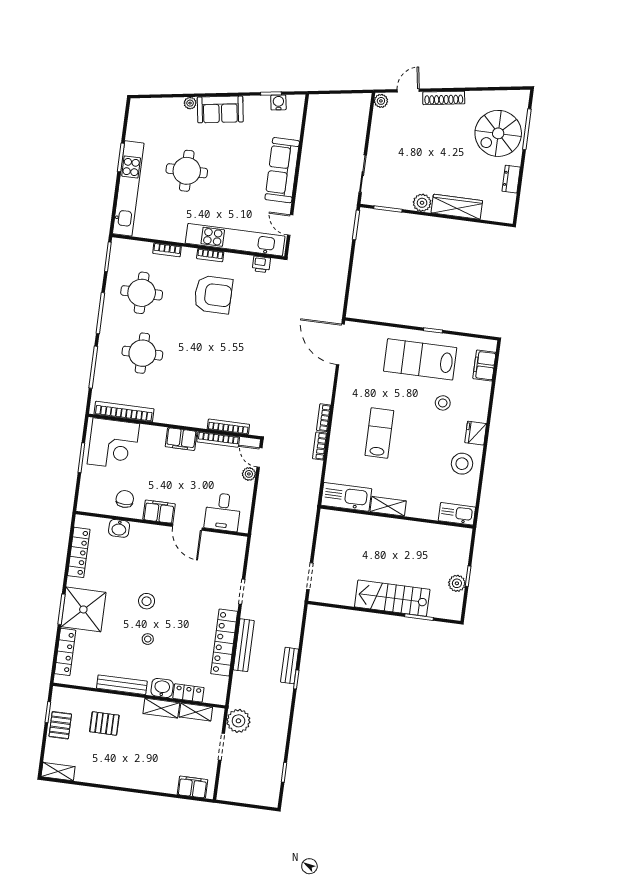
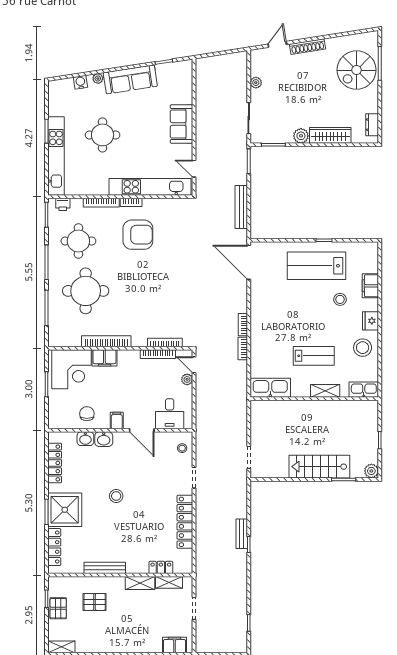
plant: (381, 101) -> (256, 83), moved
water cooler: (278, 102) -> (80, 82), moved
sofa: (220, 109) -> (130, 79), width x1.36
sofa: (282, 170) -> (182, 124), width x0.73
dresser: (511, 179) -> (372, 125), moved
bookcase: (167, 250) -> (101, 203), width x1.56
printer: (261, 264) -> (63, 204), moved
round table: (142, 353) -> (86, 291), width x1.36, depth x1.36
filing cabinet: (484, 365) -> (370, 286), moved
bookcase: (124, 412) -> (106, 341), moved
lab bench: (379, 433) -> (314, 356), moved, turned 90
filing cabinet: (181, 439) -> (104, 358), moved
shelving: (388, 506) -> (325, 391), moved
filing cabinet: (159, 512) -> (117, 421), width x0.50
plant: (457, 583) -> (371, 471), moved
stool: (148, 639) -> (182, 448), moved
bench: (244, 645) -> (241, 207), moved
washbasin: (162, 688) -> (104, 439), moved, turned 180
plant: (238, 721) -> (205, 585), removed

